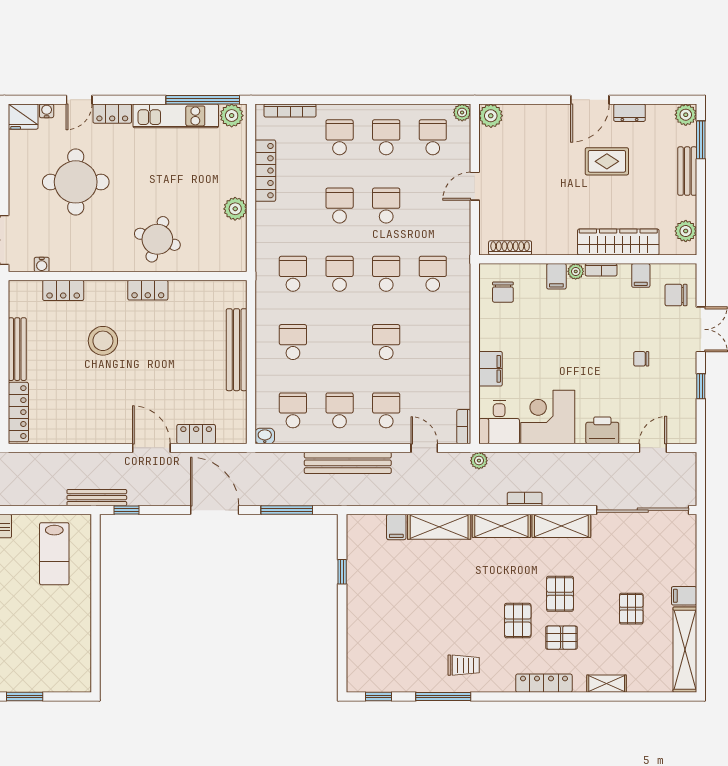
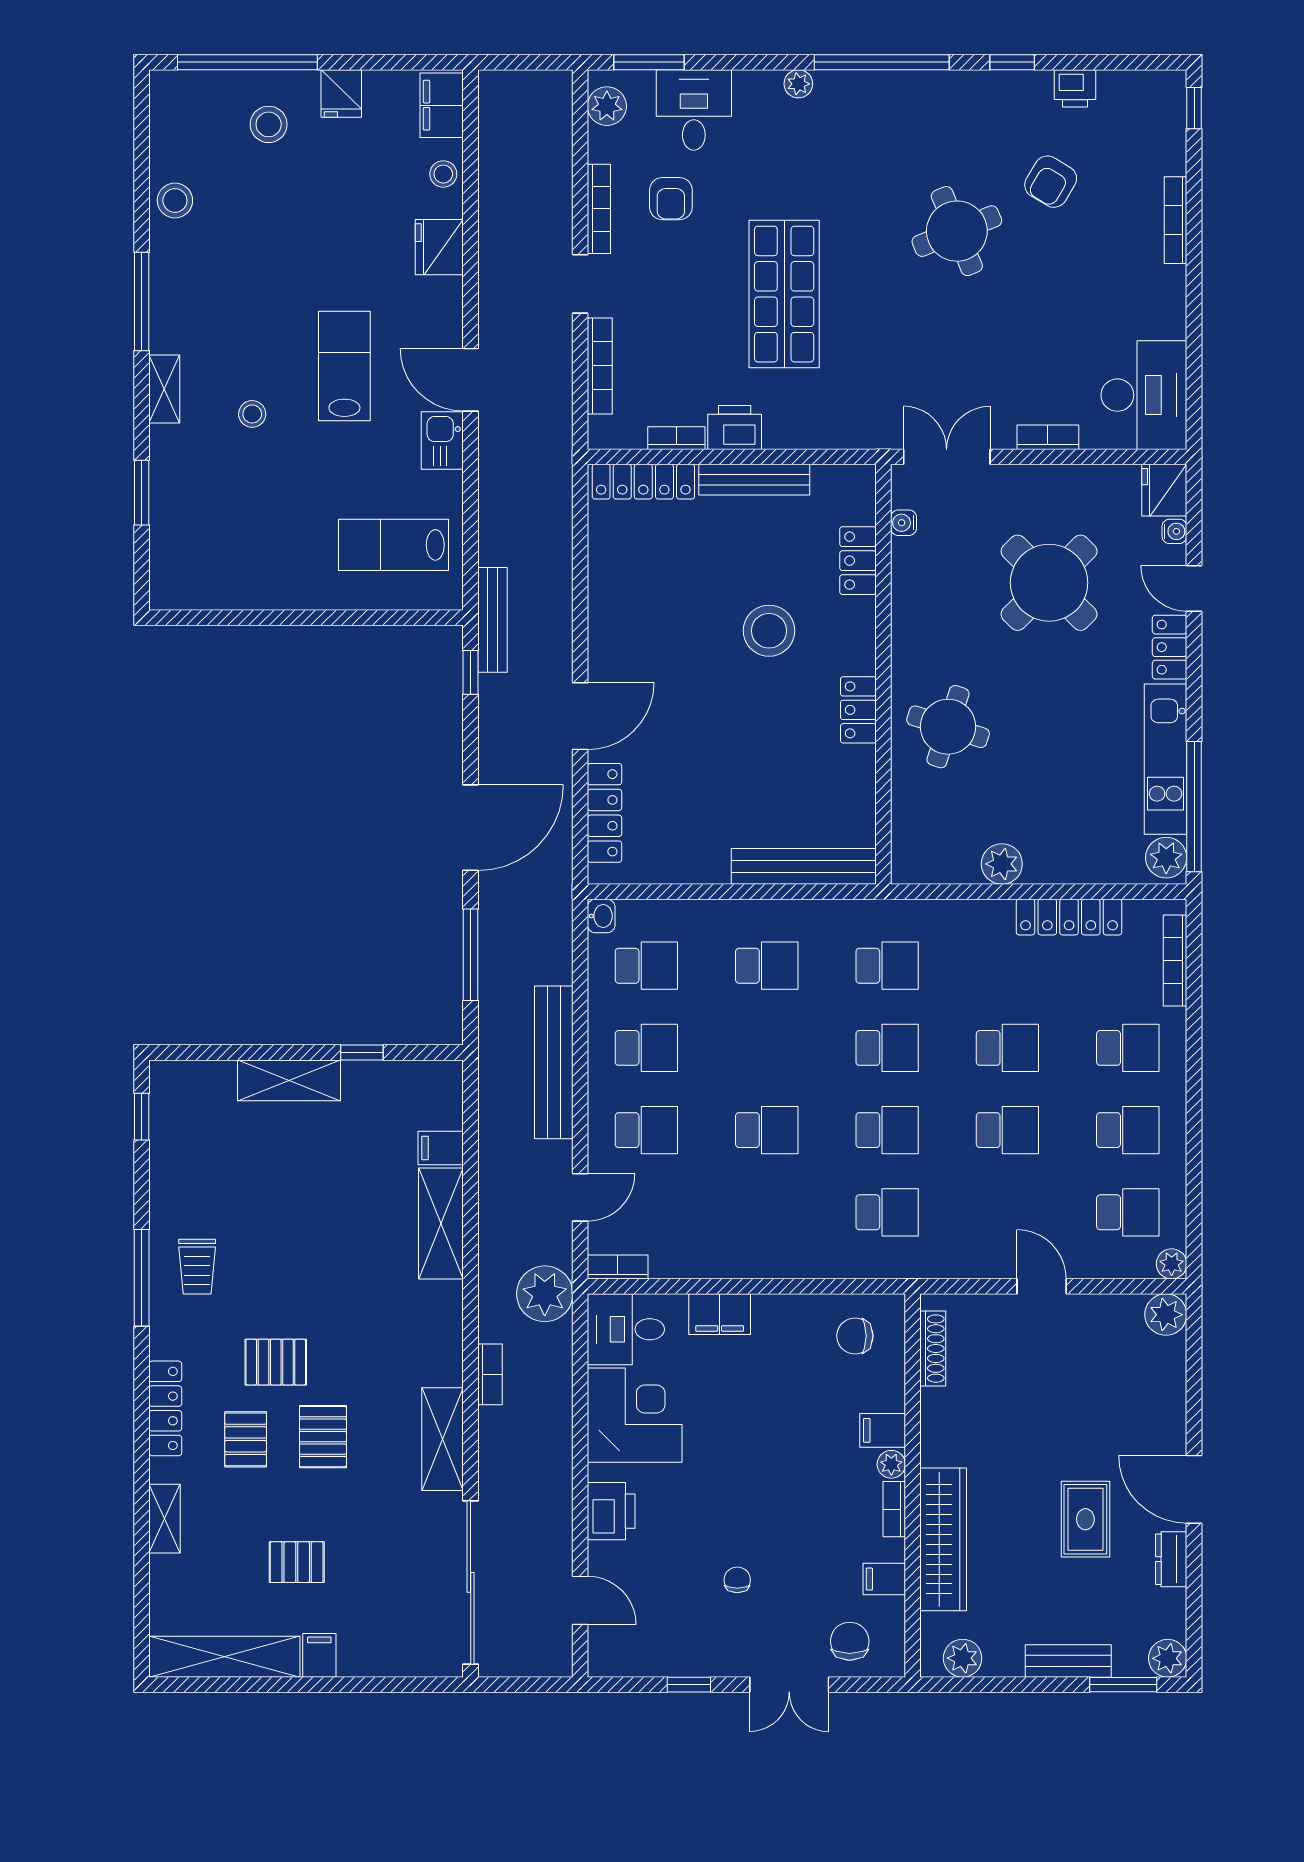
round table: (76, 182) -> (1049, 583), turned 45
bench: (237, 350) -> (804, 866), moved
locker: (196, 434) -> (605, 813), width x1.53
plant: (479, 461) -> (545, 1294), width x1.87, depth x1.87
shelving: (501, 526) -> (289, 1080), moved, turned 90
pallet: (560, 594) -> (323, 1437), turned 90
window: (443, 697) -> (142, 1278), moved

